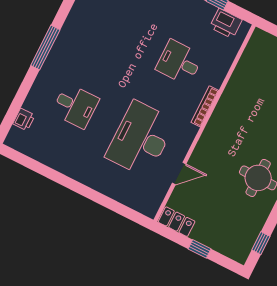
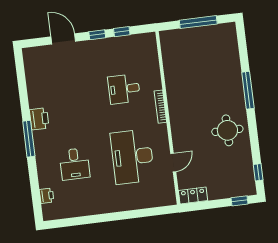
printer: (226, 23) -> (39, 119), moved, turned -90
desk: (75, 106) -> (75, 164), turned 90
window: (199, 249) -> (239, 201), moved

